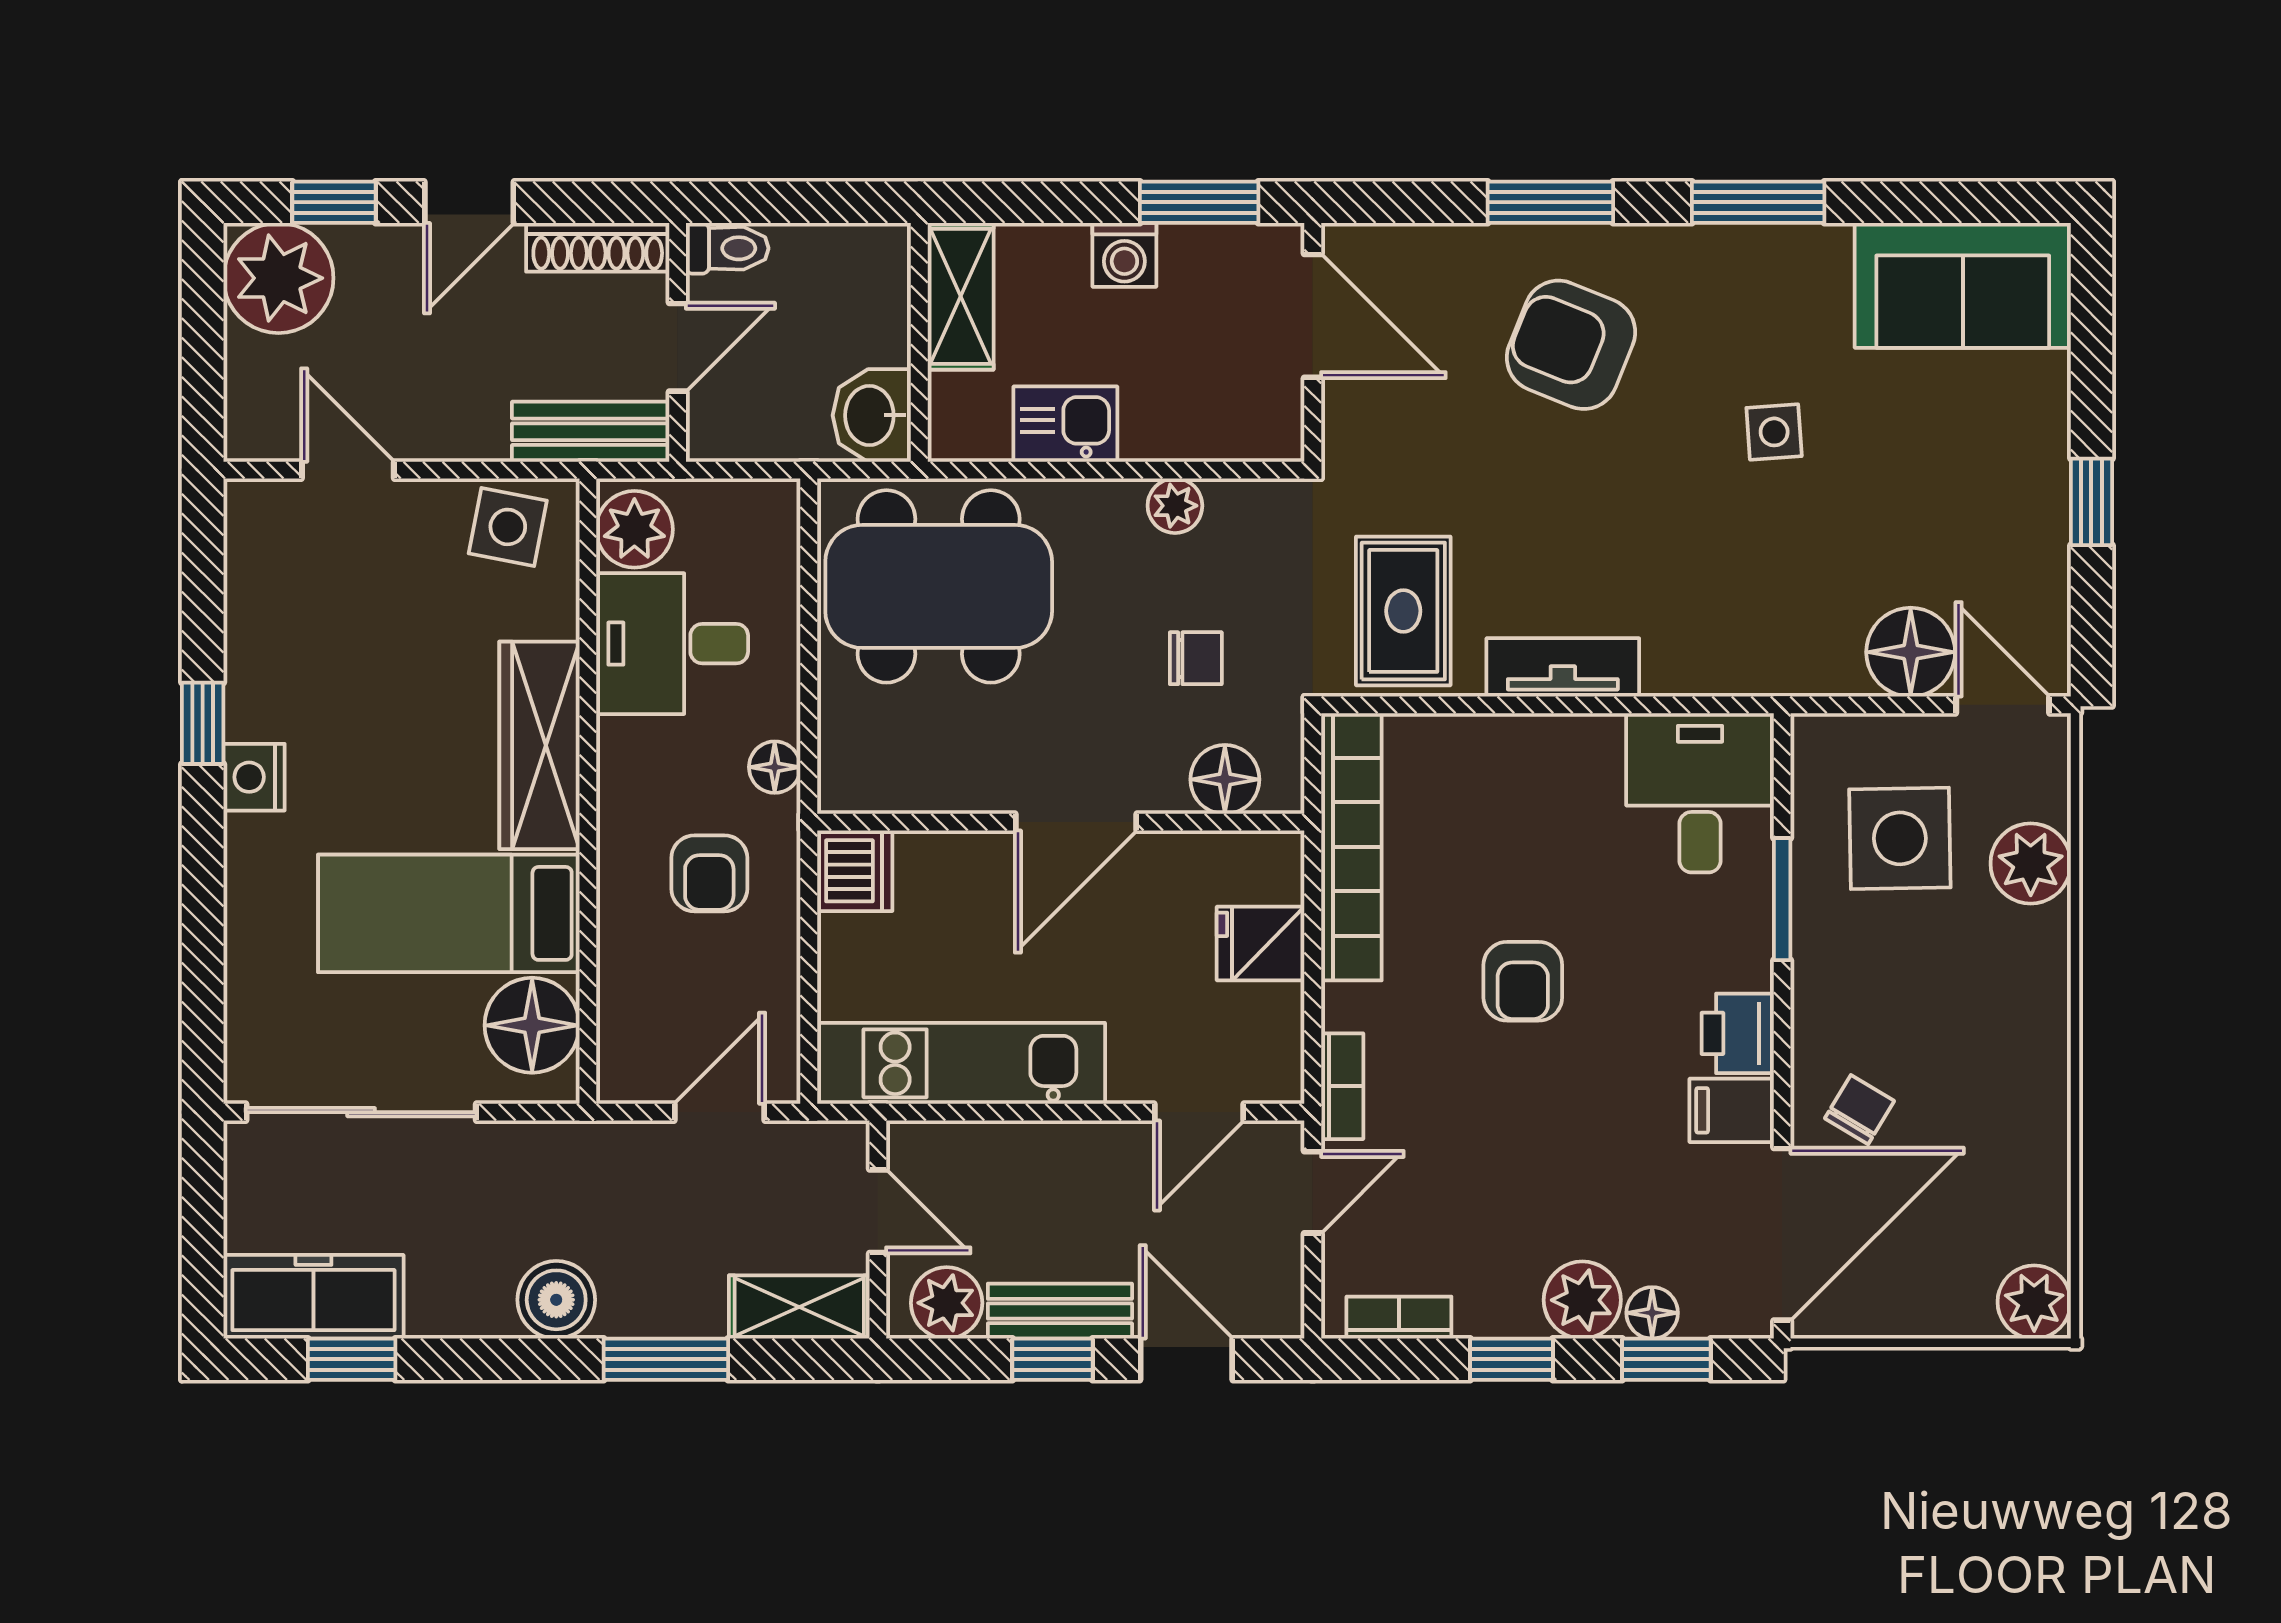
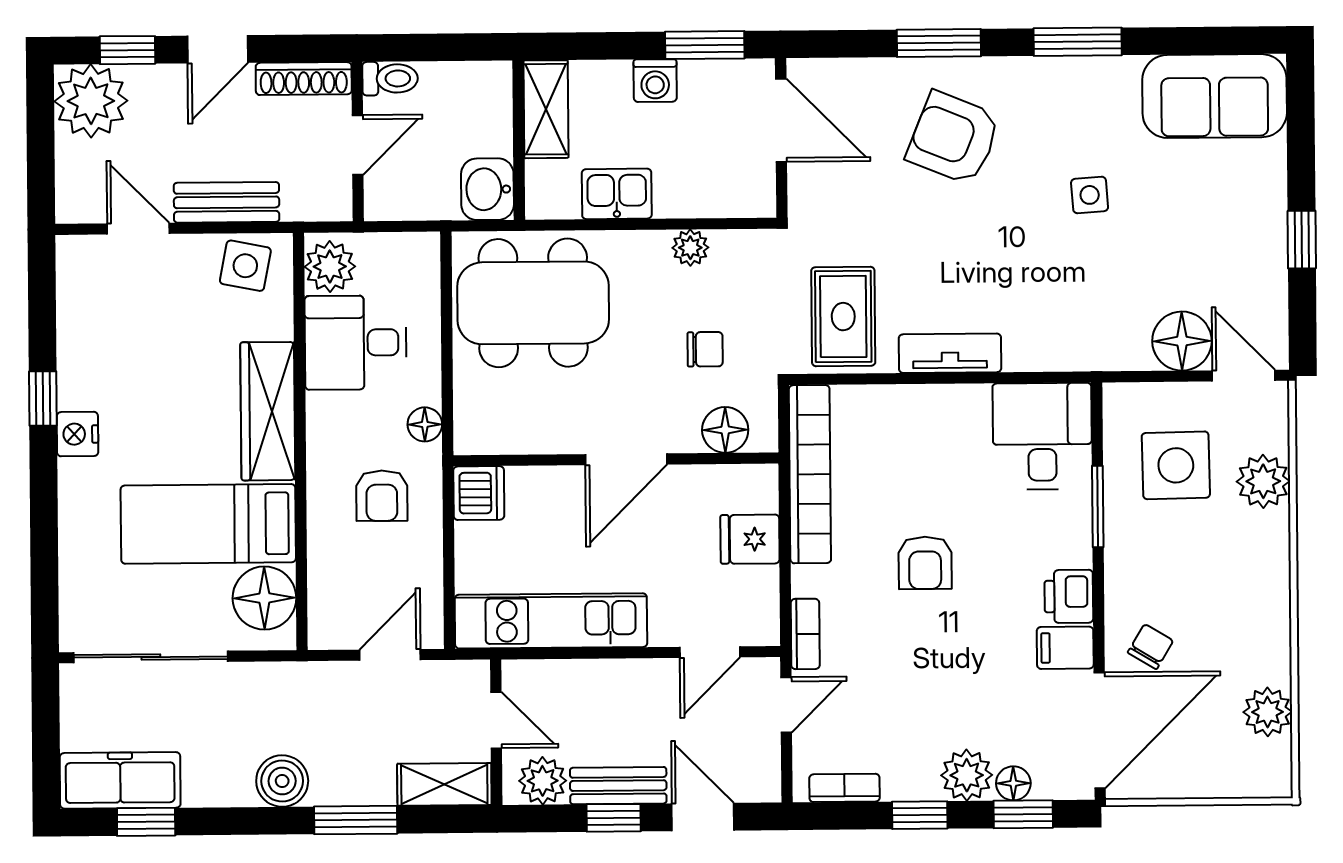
bench: (591, 432) -> (227, 202), moved
plant: (2034, 1302) -> (1268, 712), moved

